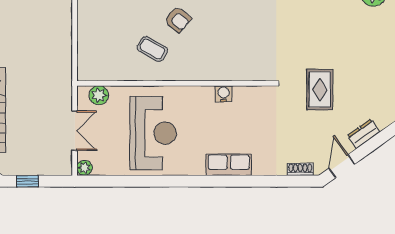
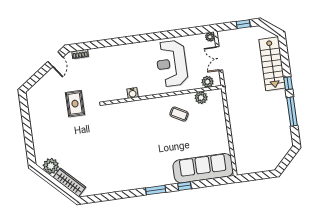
armchair: (178, 20) -> (166, 134), removed
plant: (113, 71) -> (201, 98), added
dresser: (364, 134) -> (45, 81), removed
row of seats: (229, 165) -> (123, 51), removed

